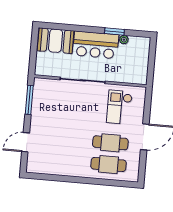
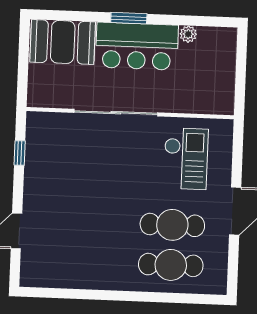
window: (114, 31) -> (129, 18), moved
window: (29, 100) -> (20, 153), width x0.46
checkout: (119, 107) -> (186, 159), turned 180

